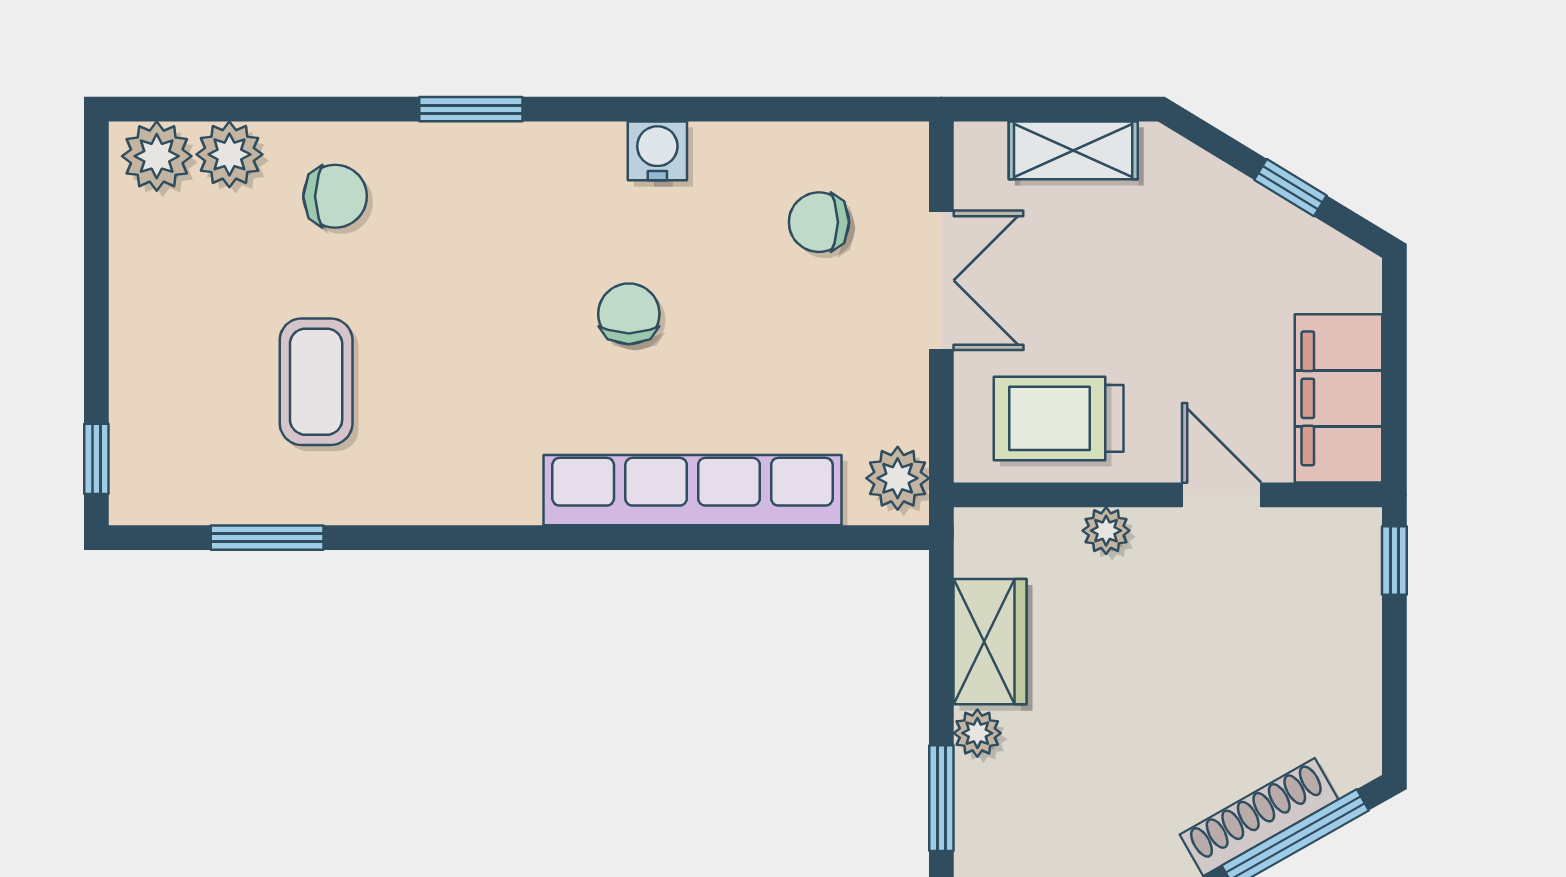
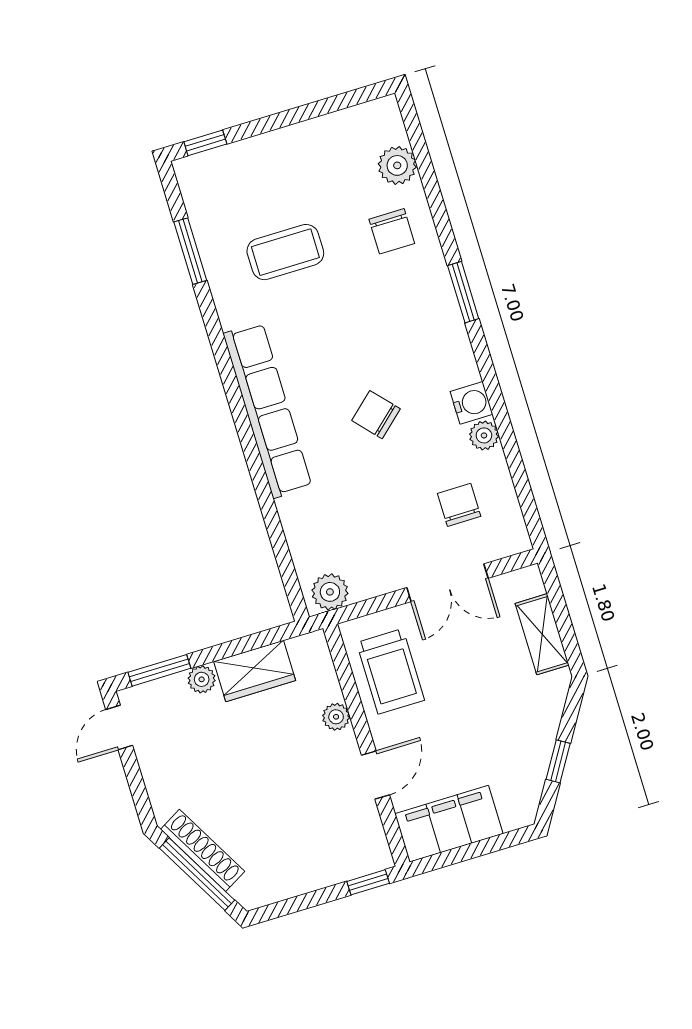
plant: (157, 156) -> (484, 435), moved, width x0.73, depth x0.73
chair: (629, 314) -> (376, 415), turned -132
trolley: (1059, 418) -> (390, 671), turned 180
row of seats: (693, 490) -> (267, 410), moved

